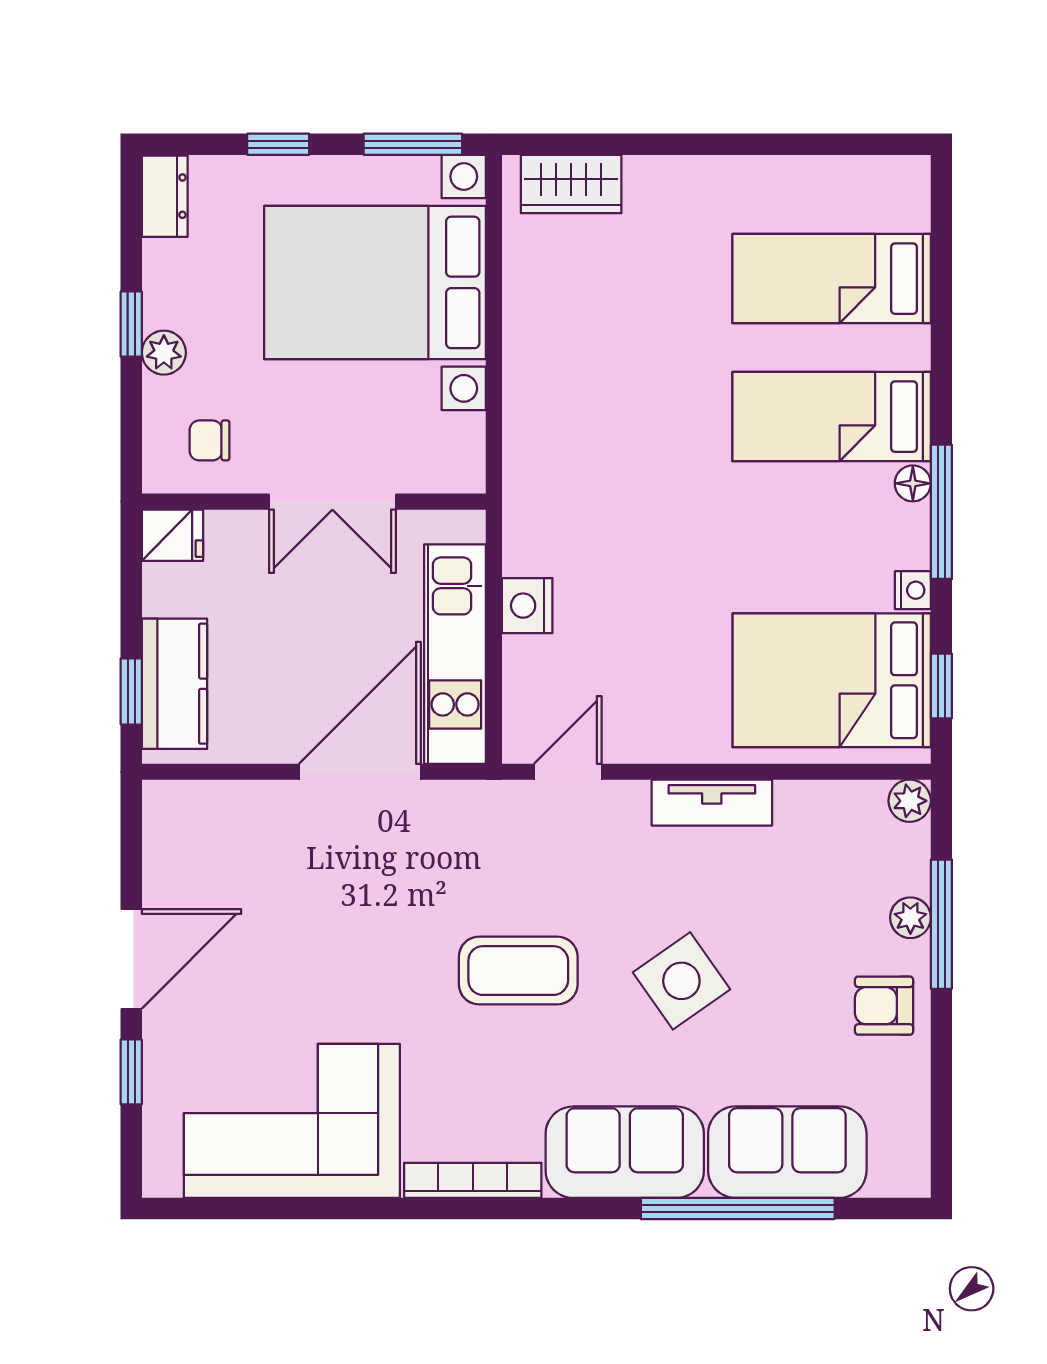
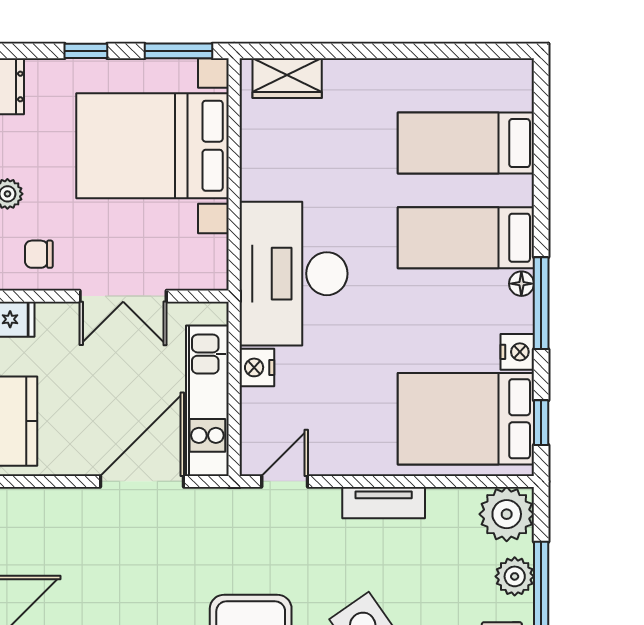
desk: (581, 469) -> (293, 274), added
nightstand: (913, 590) -> (517, 352), width x1.39, depth x1.35
plant: (910, 801) -> (507, 514), width x1.87, depth x1.87
plant: (910, 918) -> (515, 576), width x1.38, depth x1.38

